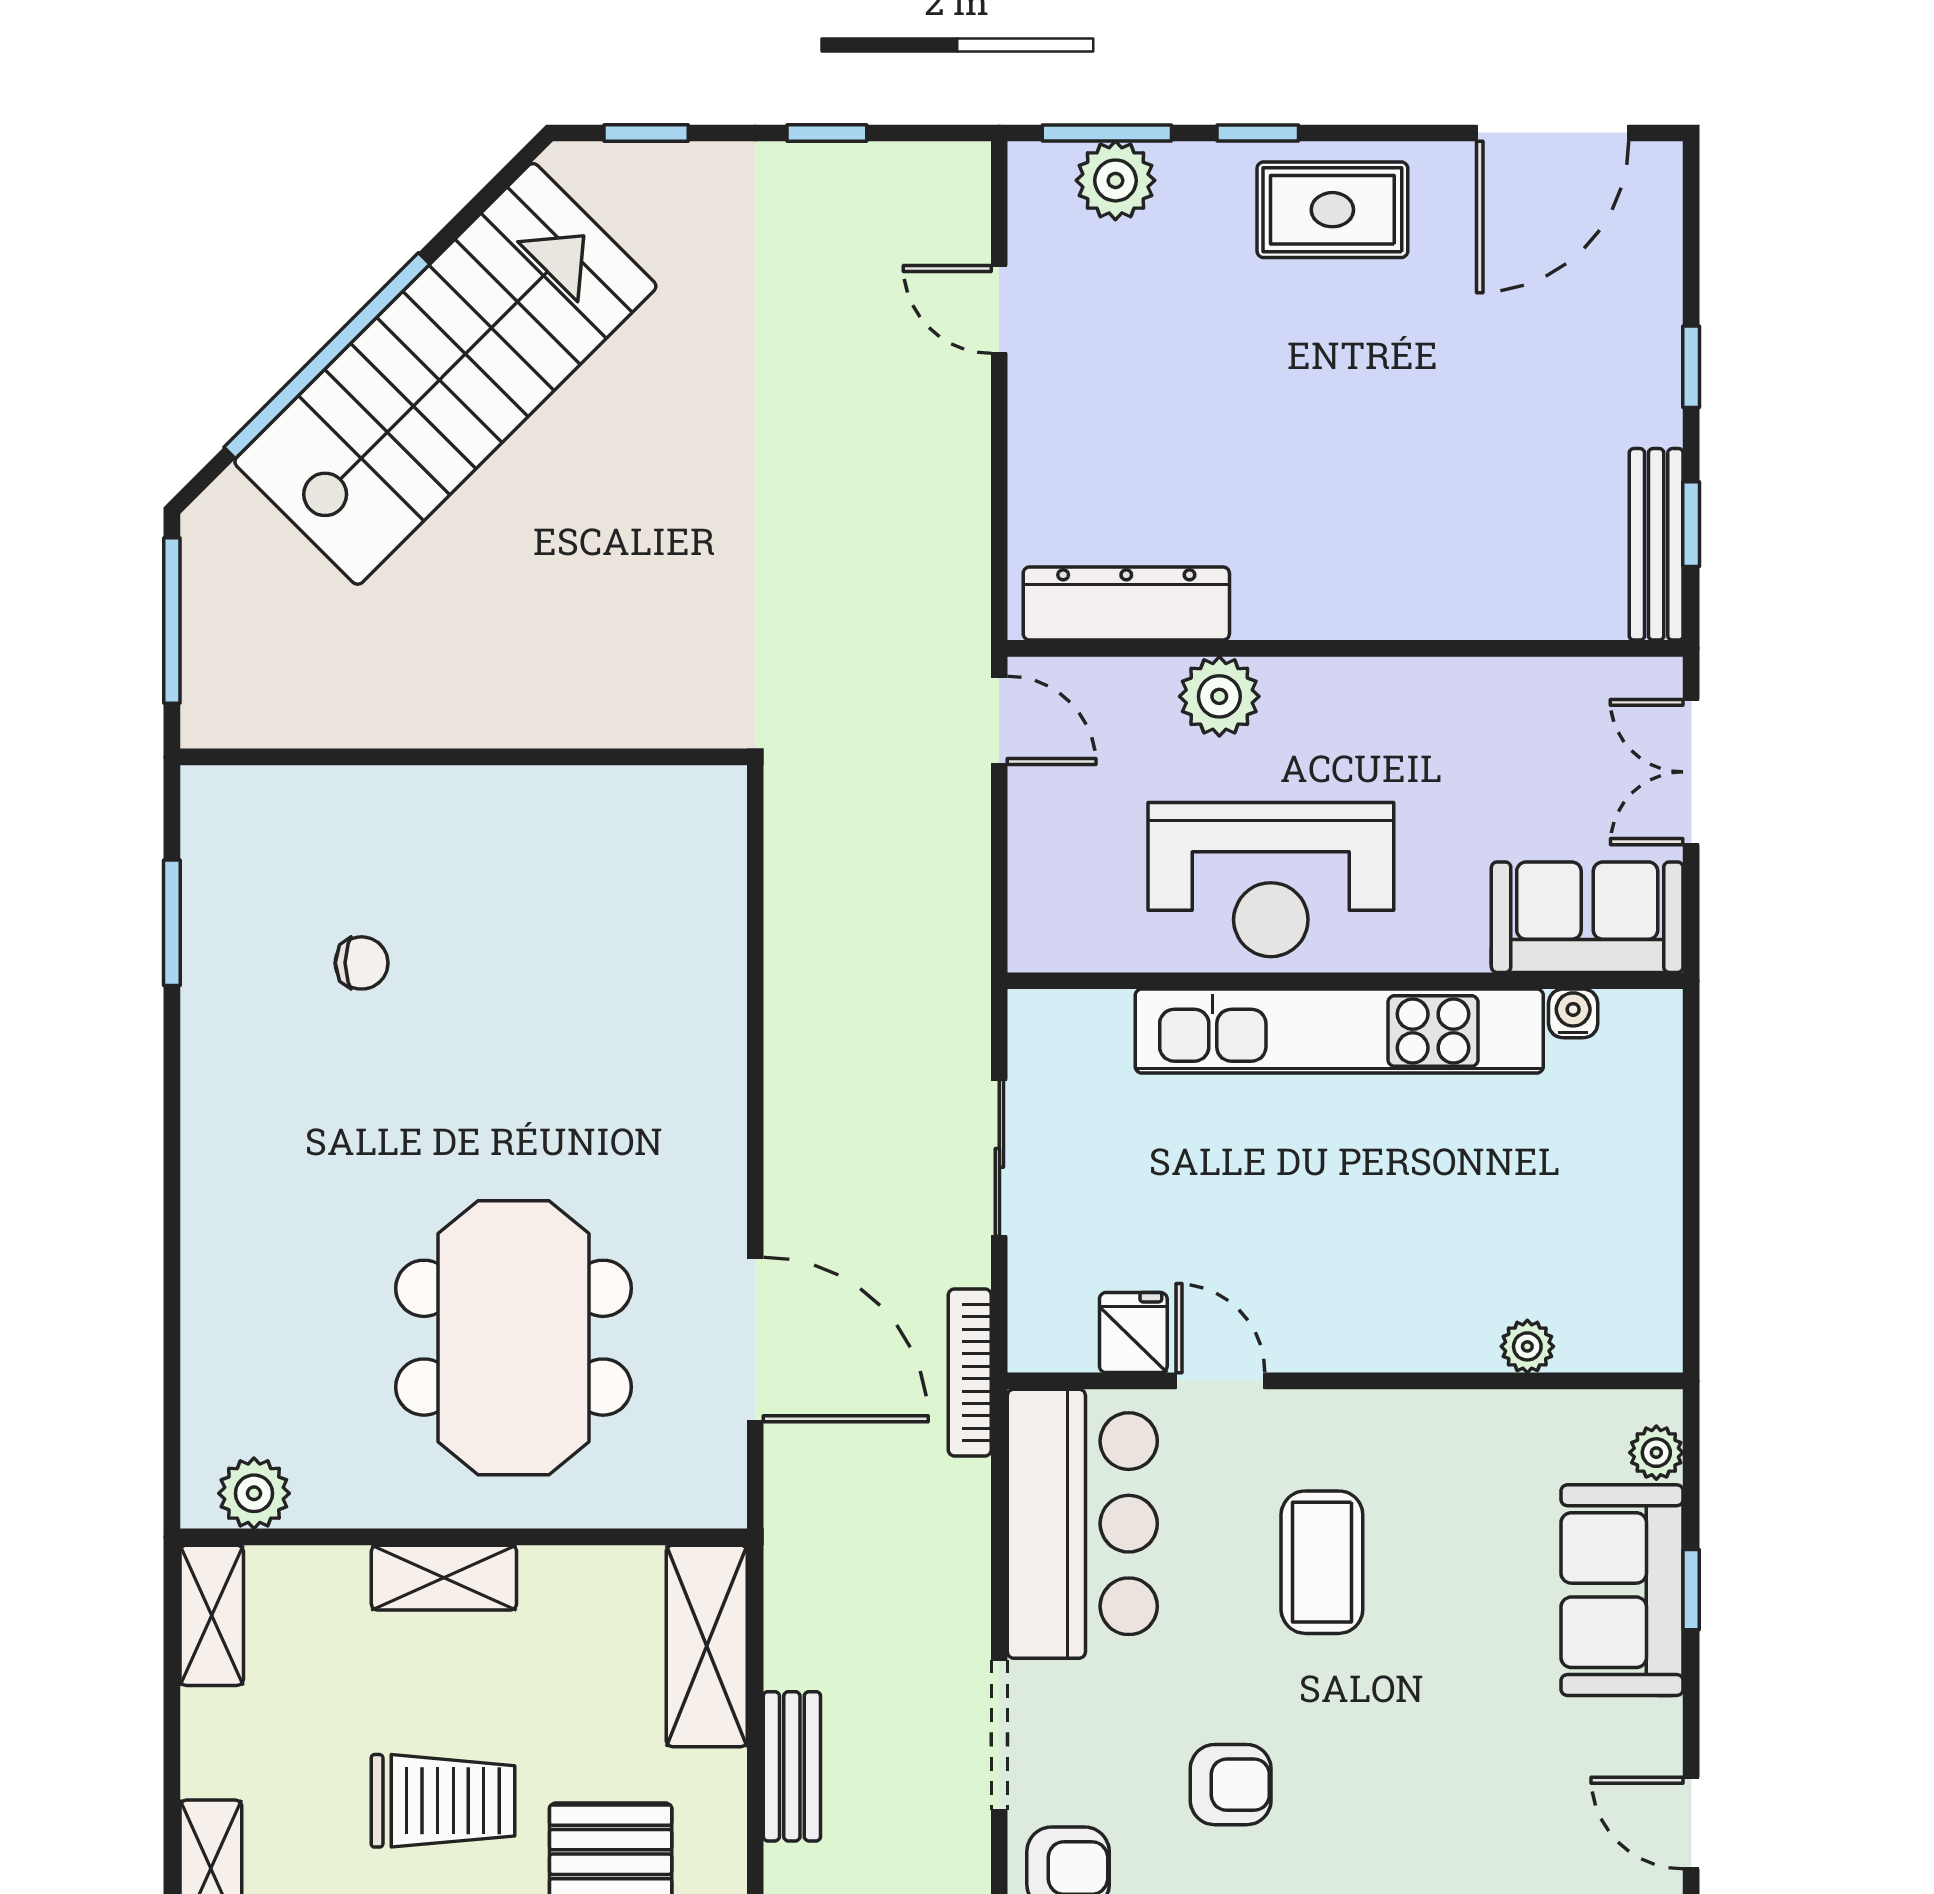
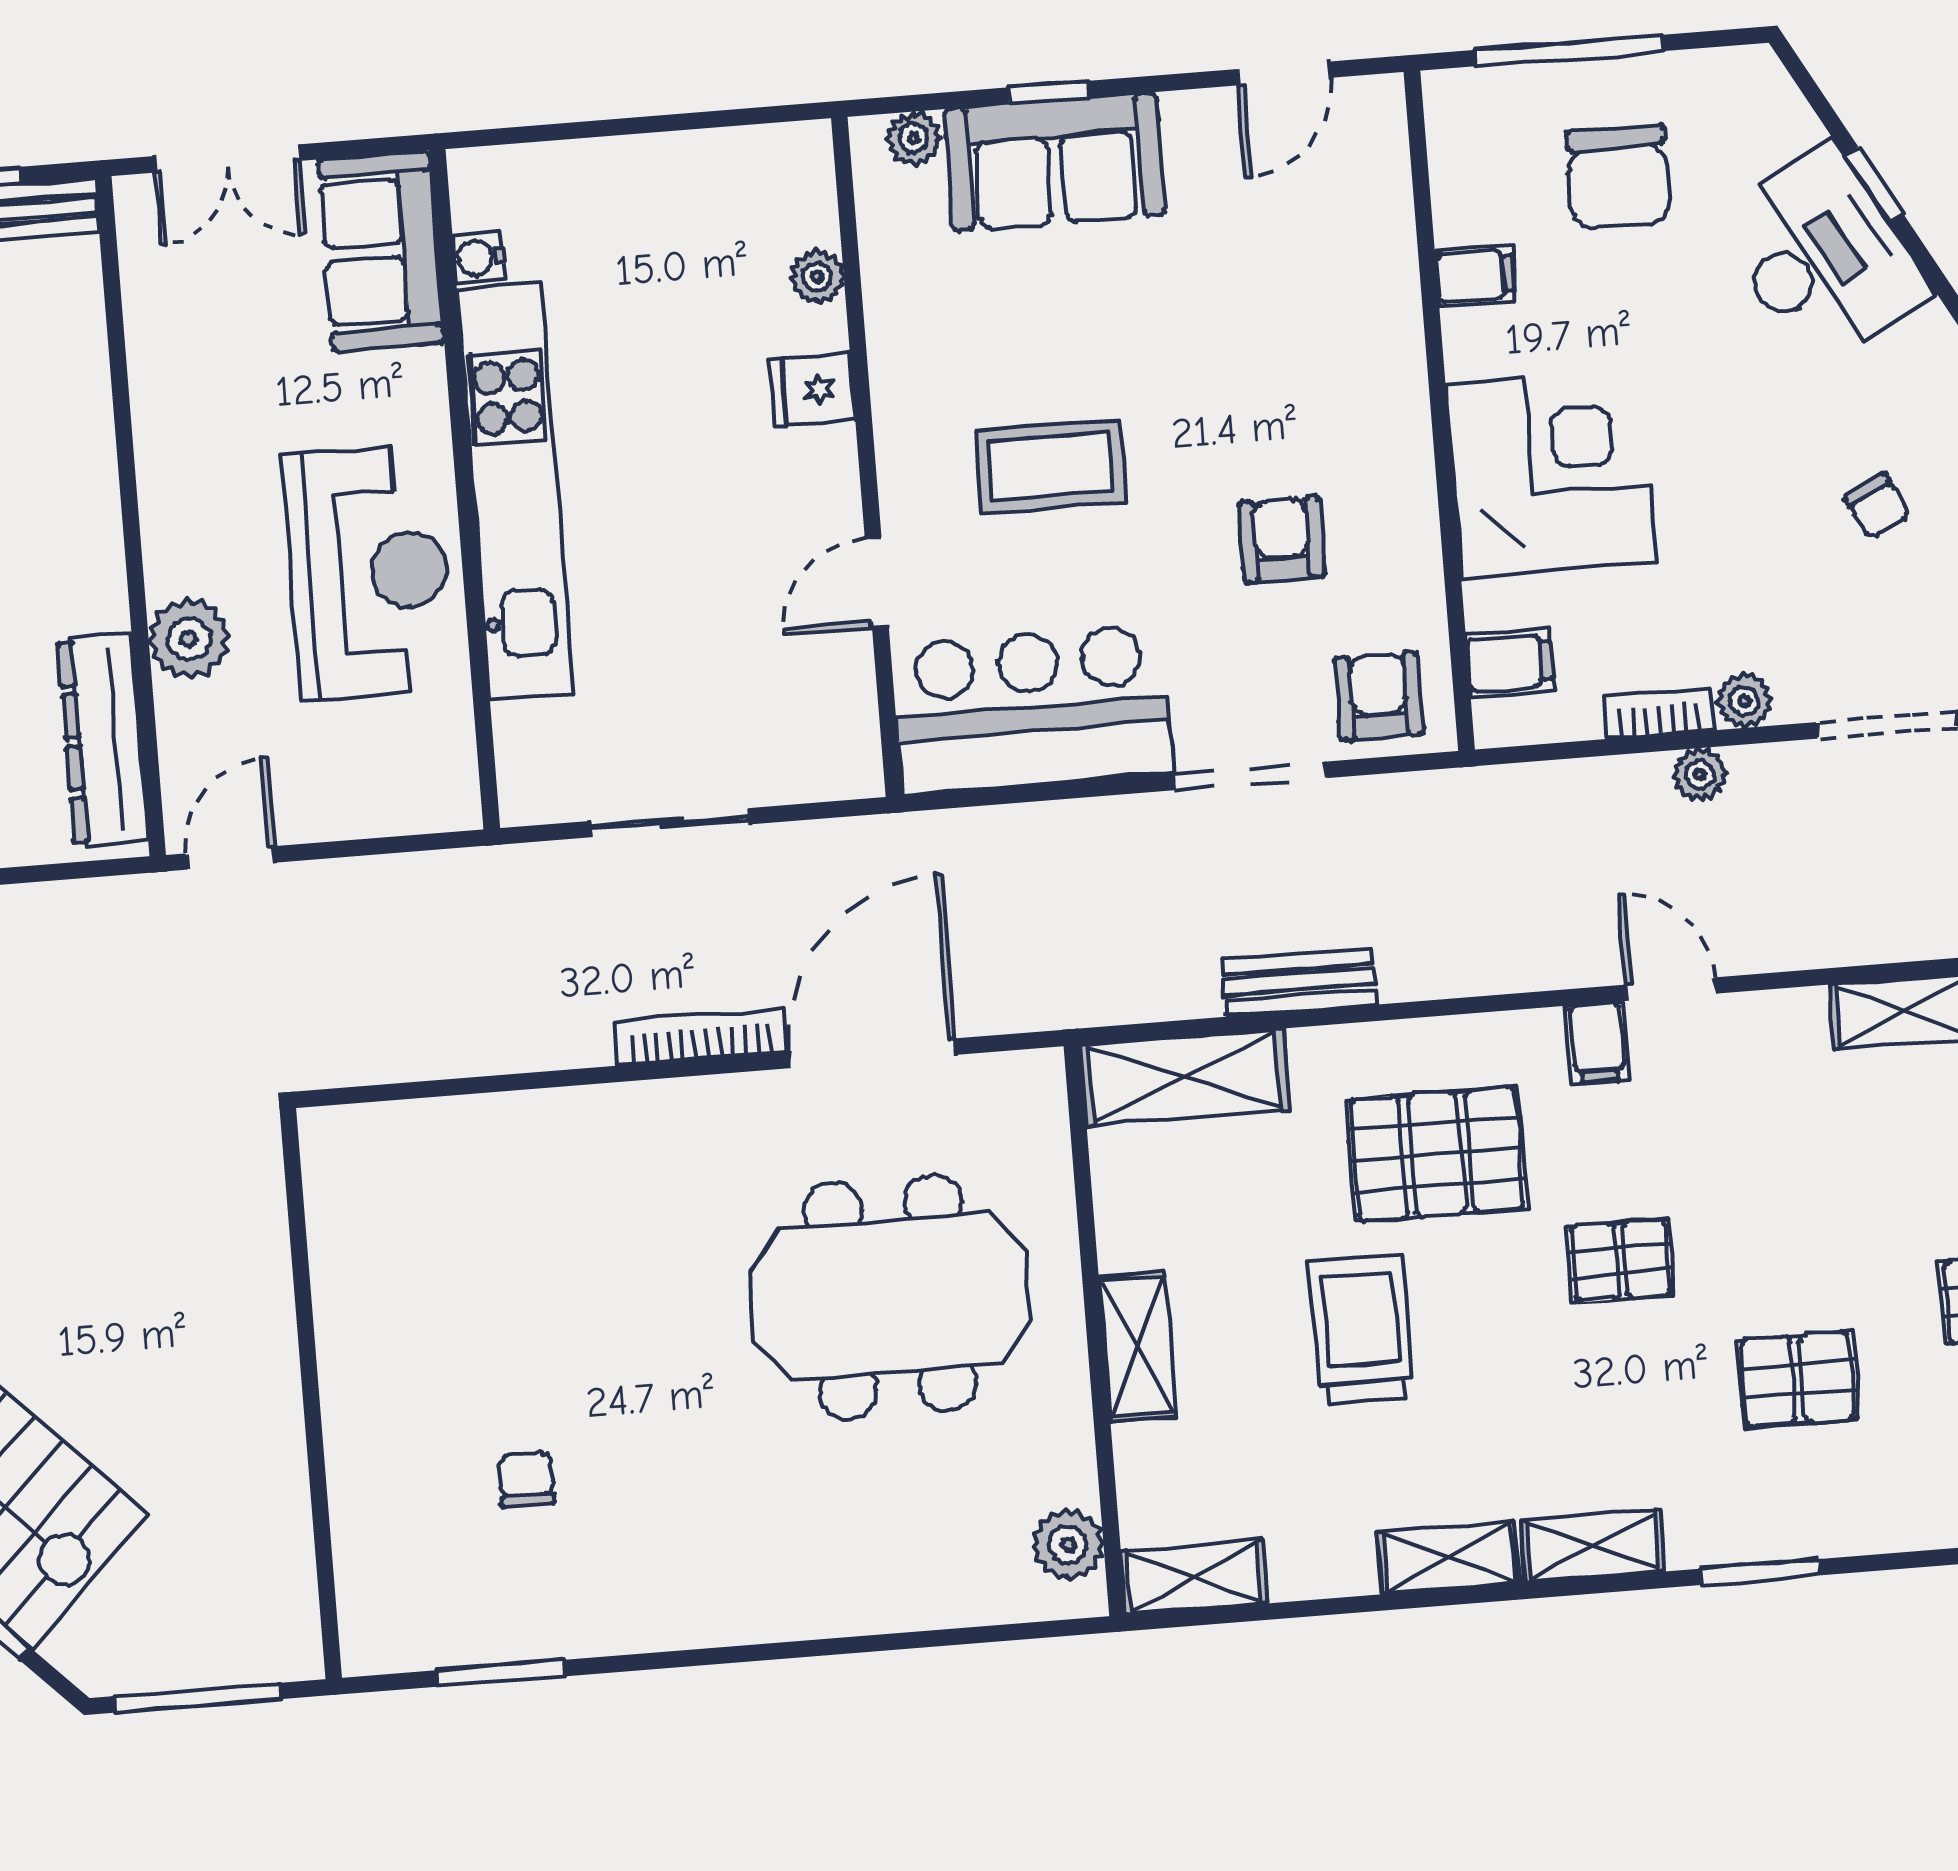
fridge: (1133, 1333) -> (812, 390), moved
bookcase: (970, 1372) -> (701, 1037), moved, turned 180

